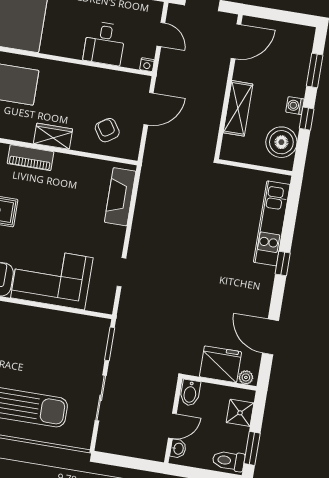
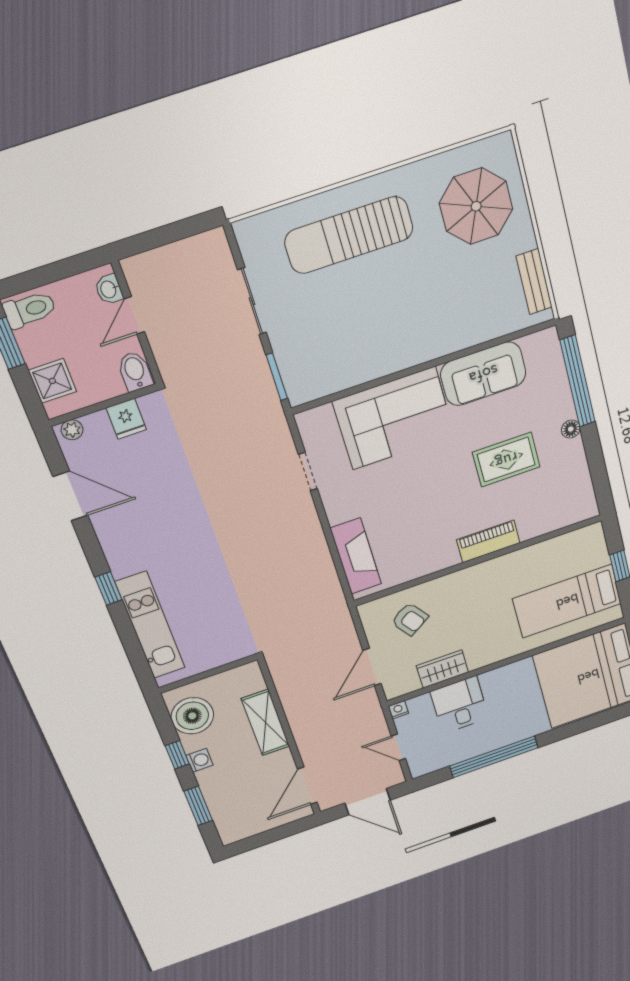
wardrobe: (53, 136) -> (442, 669), moved, turned 180
fridge: (220, 364) -> (126, 419), width x0.53, depth x0.75

